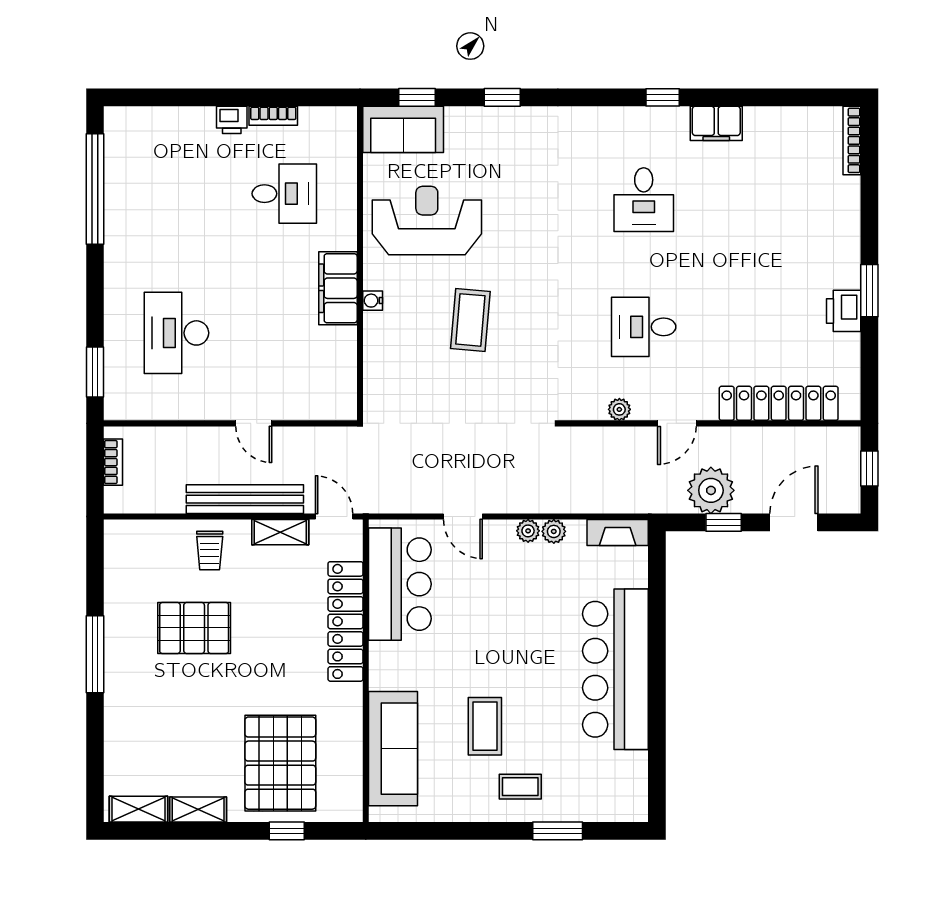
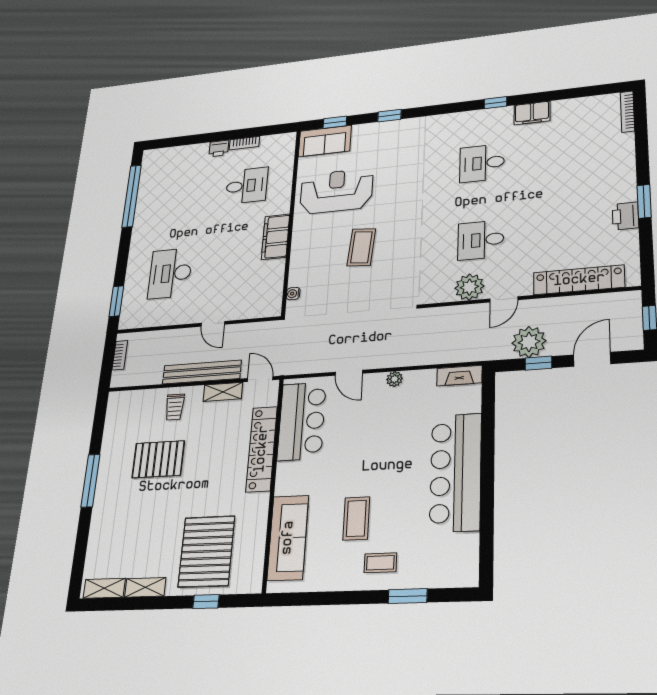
desk: (644, 200) -> (482, 163), turned 90
water cooler: (373, 301) -> (293, 294), moved
plant: (619, 409) -> (469, 287), width x1.87, depth x1.87
plant: (554, 531) -> (413, 378), removed

